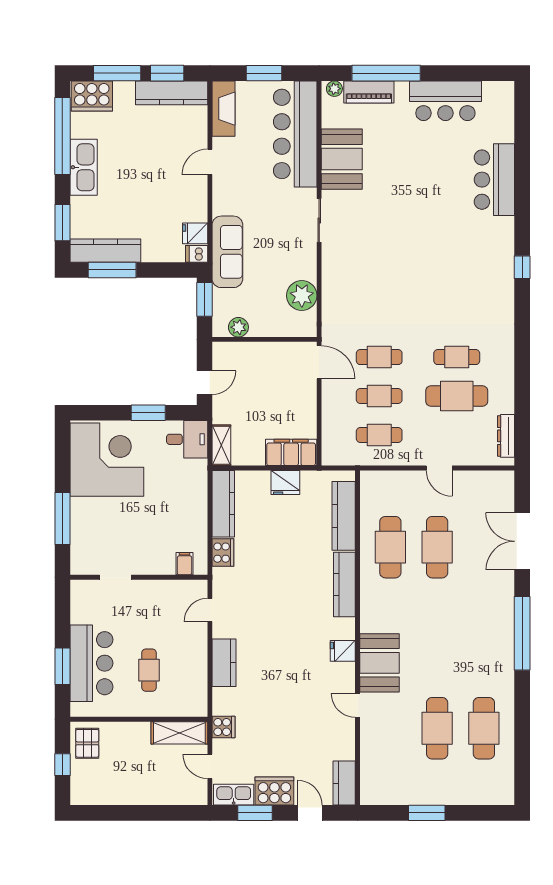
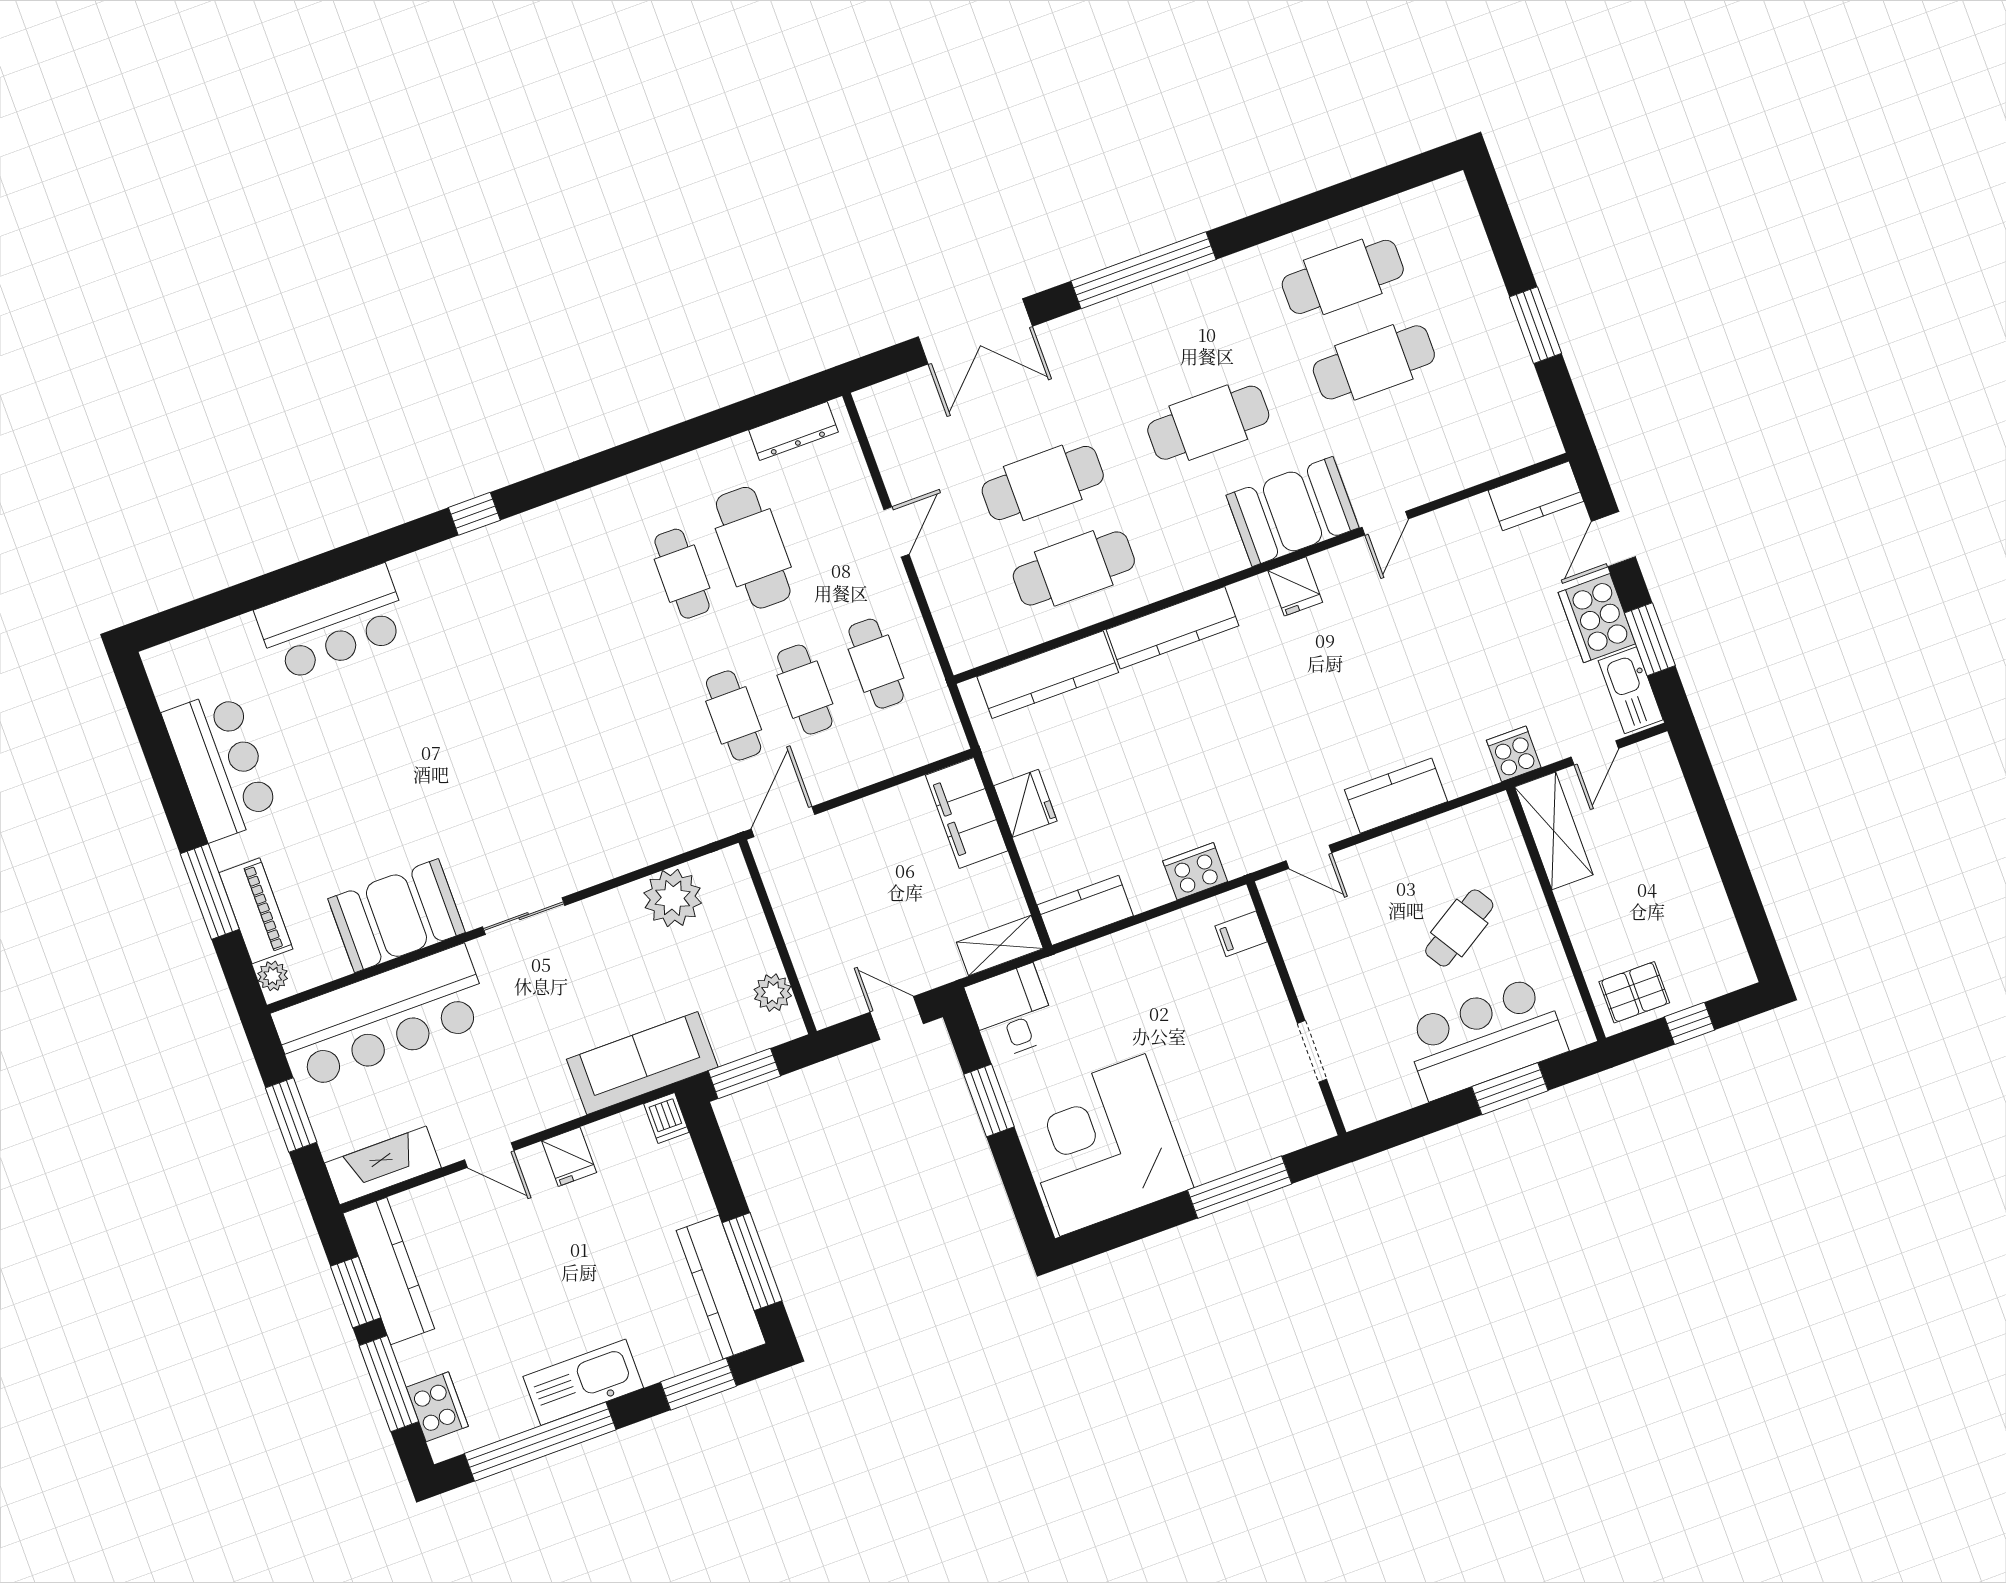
window: (386, 73) -> (210, 892), width x0.68
cooker: (92, 96) -> (437, 1407), width x0.73, depth x0.76
fridge: (195, 233) -> (569, 1157), moved
kitchen counter: (223, 504) -> (1085, 910), width x0.67
cafe table: (437, 638) -> (1208, 423), added
cafe table: (149, 670) -> (1459, 928), turned -32

